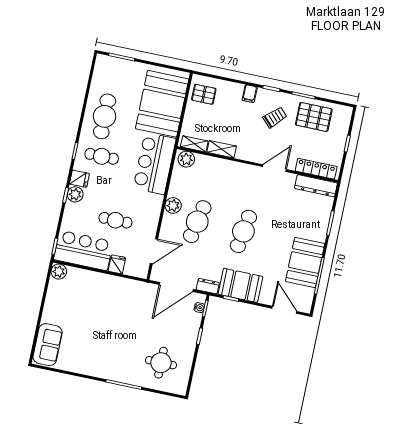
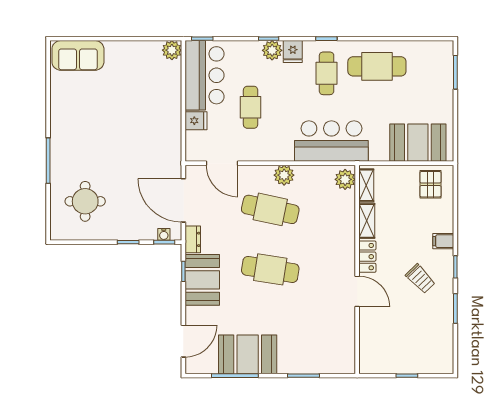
booth: (162, 104) -> (418, 143), width x0.73, depth x0.70
pallet: (314, 117) -> (431, 327), removed
locker: (316, 169) -> (367, 257), moved, width x0.66
dresser: (316, 186) -> (346, 348), removed

